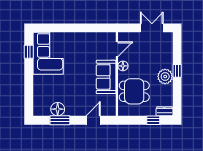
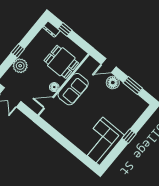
window: (29, 52) -> (129, 136), moved
plant: (165, 76) -> (20, 66), moved
floor lamp: (58, 109) -> (113, 83), moved

